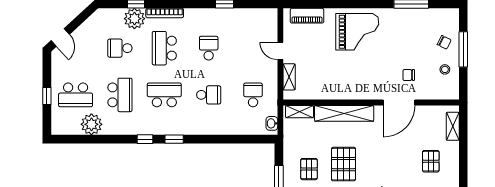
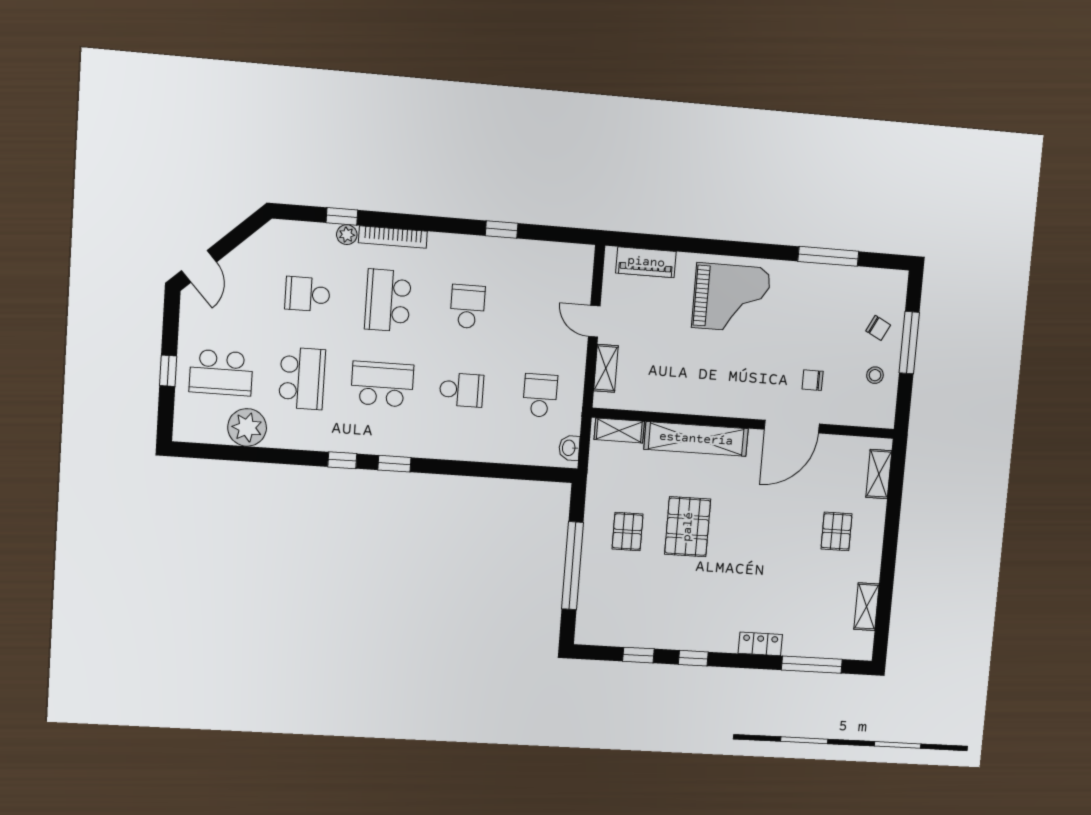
plant: (134, 19) -> (347, 235), width x0.53, depth x0.53

